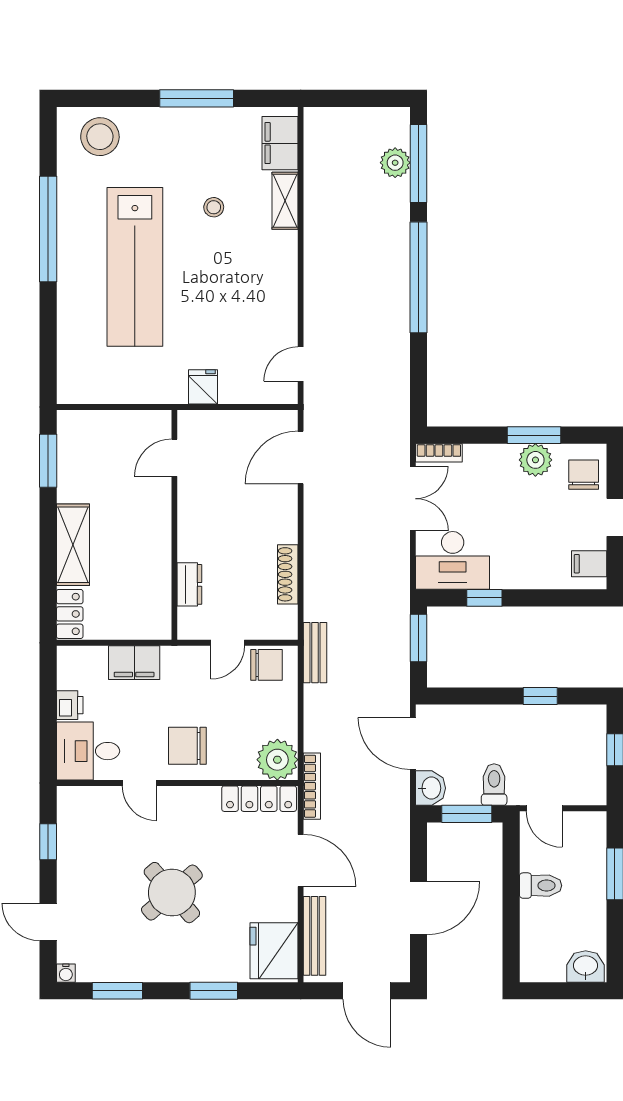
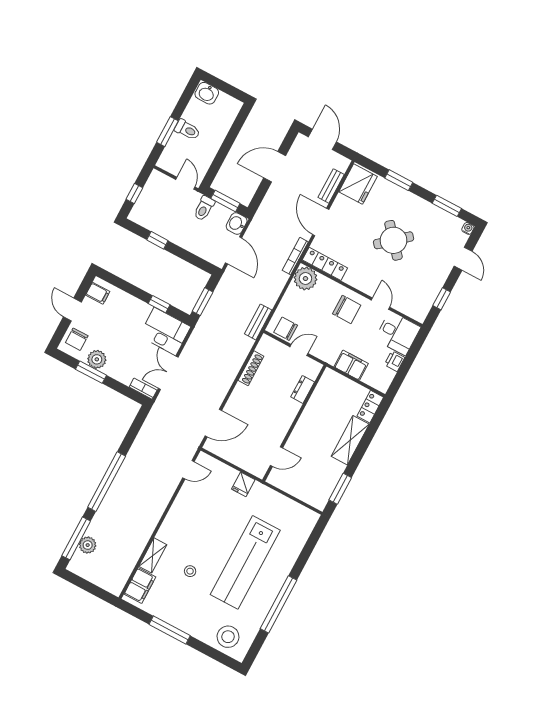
lab bench: (135, 267) -> (245, 562), turned 180
toilet: (541, 886) -> (187, 130), moved, turned 180
bench: (315, 936) -> (331, 186), width x0.73

